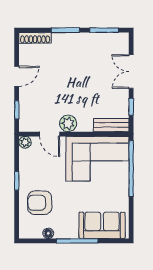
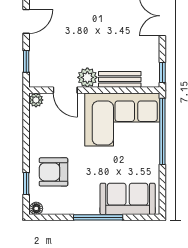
window: (131, 107) -> (162, 72), moved
bench: (111, 125) -> (120, 79), moved
window: (17, 181) -> (26, 183), moved
floor lamp: (48, 233) -> (36, 208), moved

